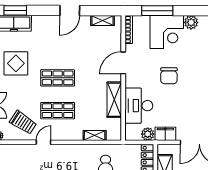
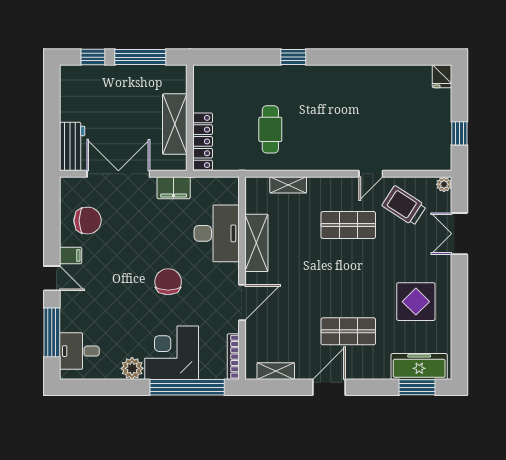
window: (157, 11) -> (187, 387), width x1.46
shop shelf: (58, 78) -> (348, 331), moved
plant: (148, 134) -> (202, 187), removed

